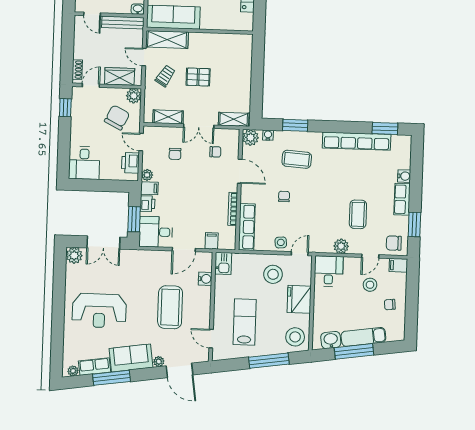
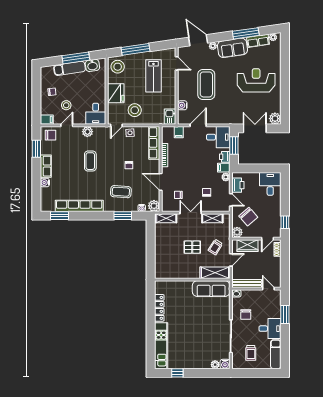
door: (144, 57) -> (231, 260), hinge flipped
chair: (117, 118) -> (248, 217), turned -68
coffee table: (358, 214) -> (90, 161), moved

